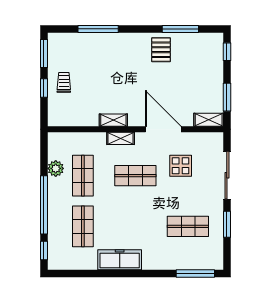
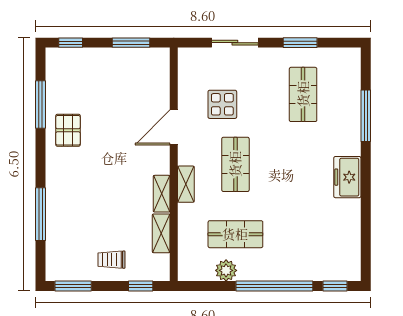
pallet: (161, 50) -> (68, 130), turned 90
window: (44, 88) -> (141, 286), moved
shelving: (209, 120) -> (161, 233), moved
door: (163, 129) -> (174, 127), width x0.73
sliding door: (227, 175) -> (235, 43), width x0.73
shop shelf: (83, 226) -> (303, 234), removed
freezer: (120, 260) -> (347, 177), width x0.71
window: (195, 273) -> (366, 116), moved

